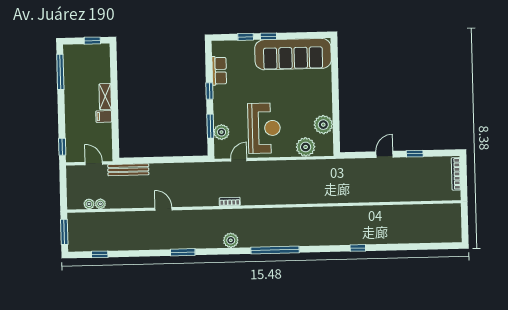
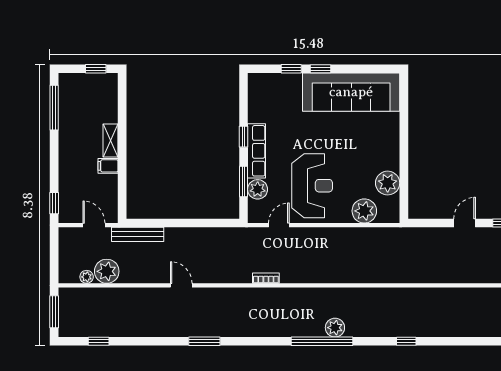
row of seats: (219, 71) -> (257, 151), moved, width x1.48
plant: (100, 204) -> (107, 271), width x1.87, depth x1.87
plant: (231, 240) -> (335, 328), moved
window: (358, 248) -> (406, 341), moved

